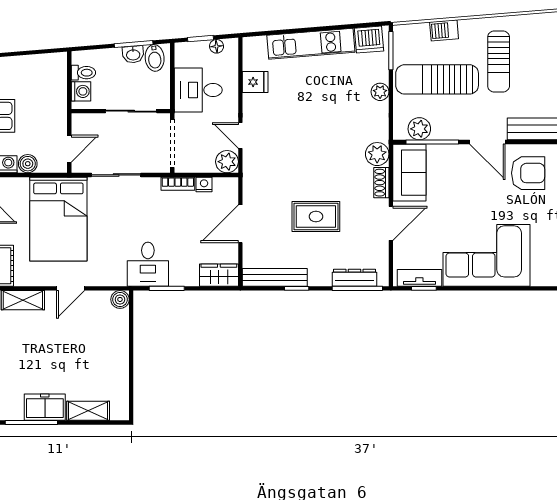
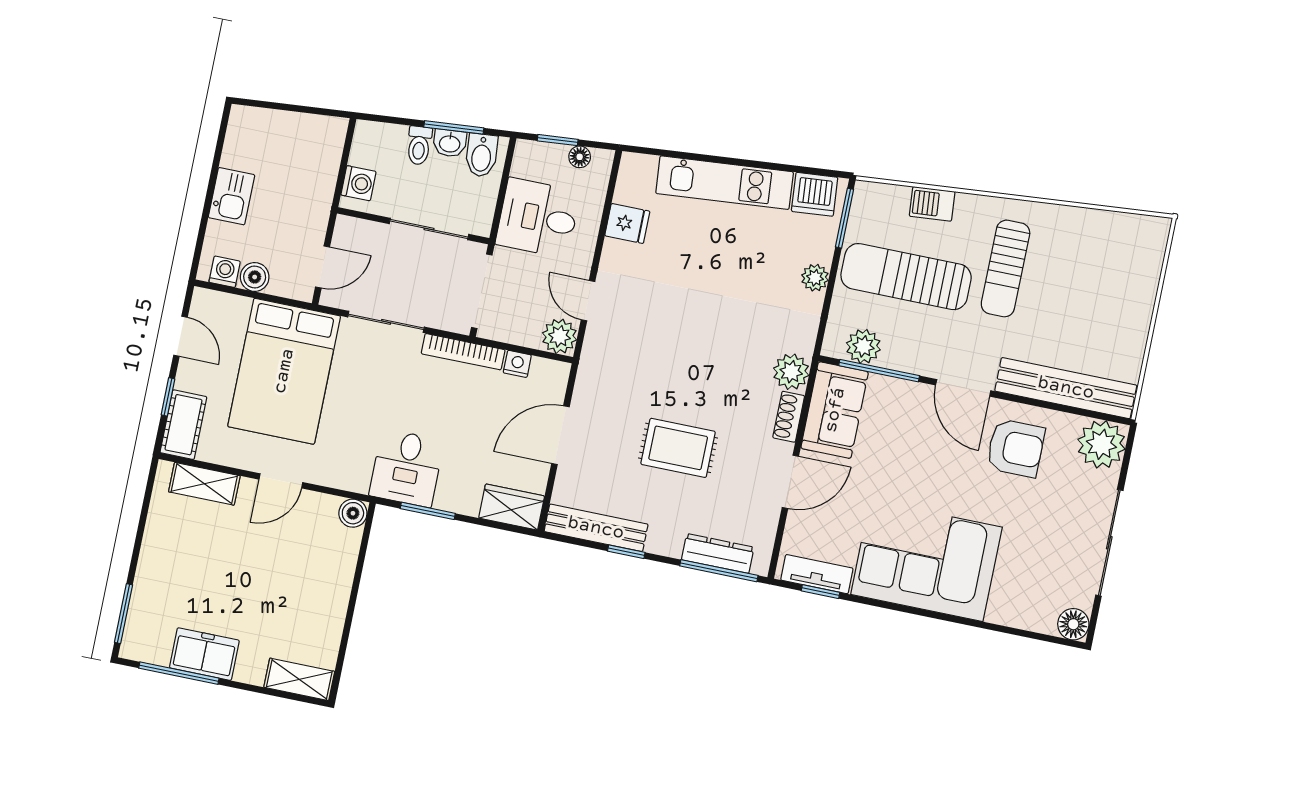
toilet: (83, 73) -> (419, 145), moved, turned 85
bookcase: (178, 184) -> (463, 352), width x1.56
shelving: (88, 411) -> (299, 679), moved

